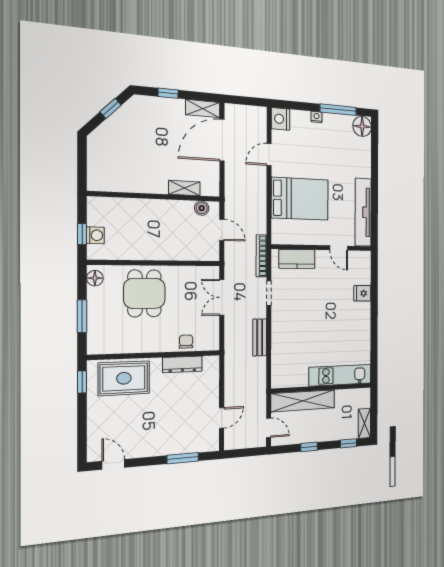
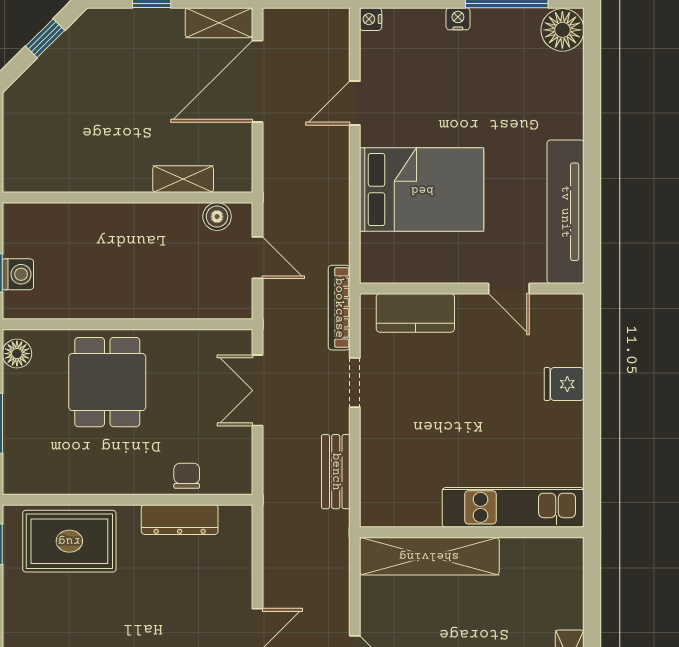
nightstand: (281, 119) -> (371, 19), width x0.53, depth x0.56
kitchen unit: (340, 375) -> (513, 507), moved
wall: (322, 388) -> (472, 532), moved
shelving: (303, 401) -> (429, 556), moved

